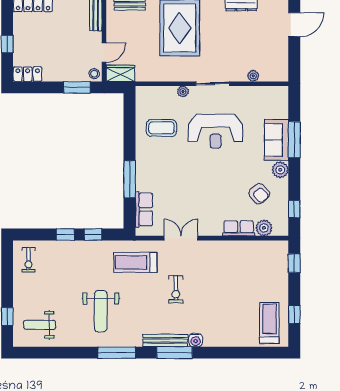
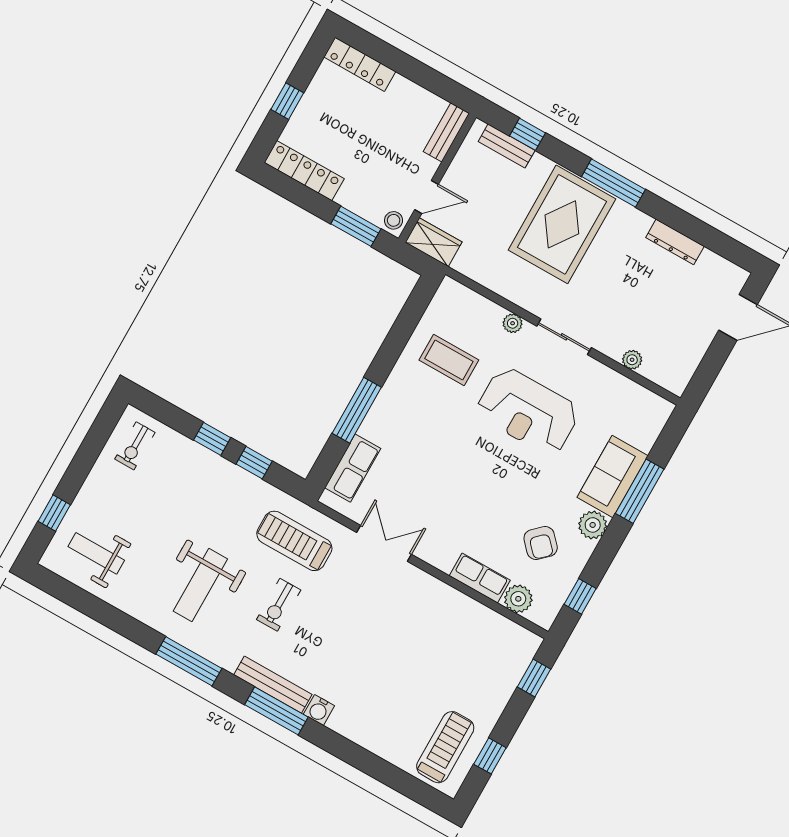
locker: (28, 74) -> (304, 171), width x1.53
exercise bike: (176, 289) -> (279, 605), moved

